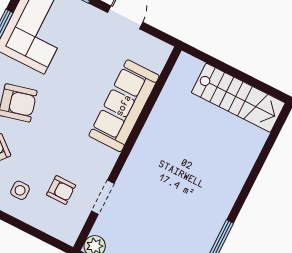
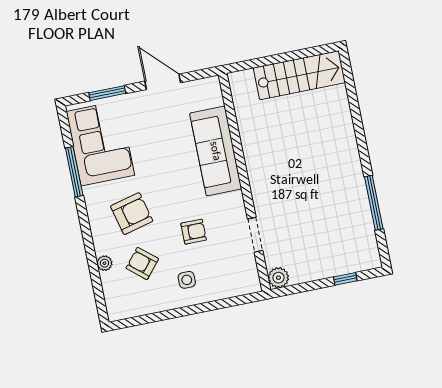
armchair: (61, 190) -> (194, 232), moved

